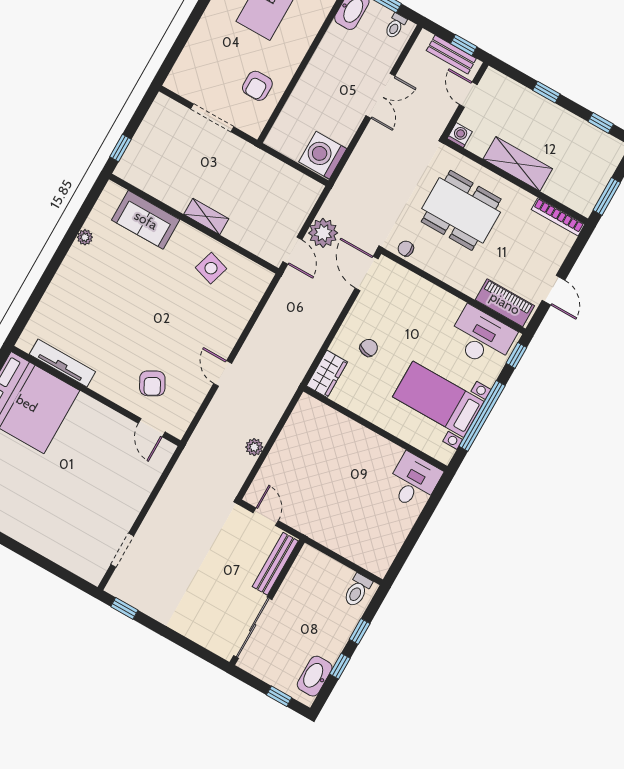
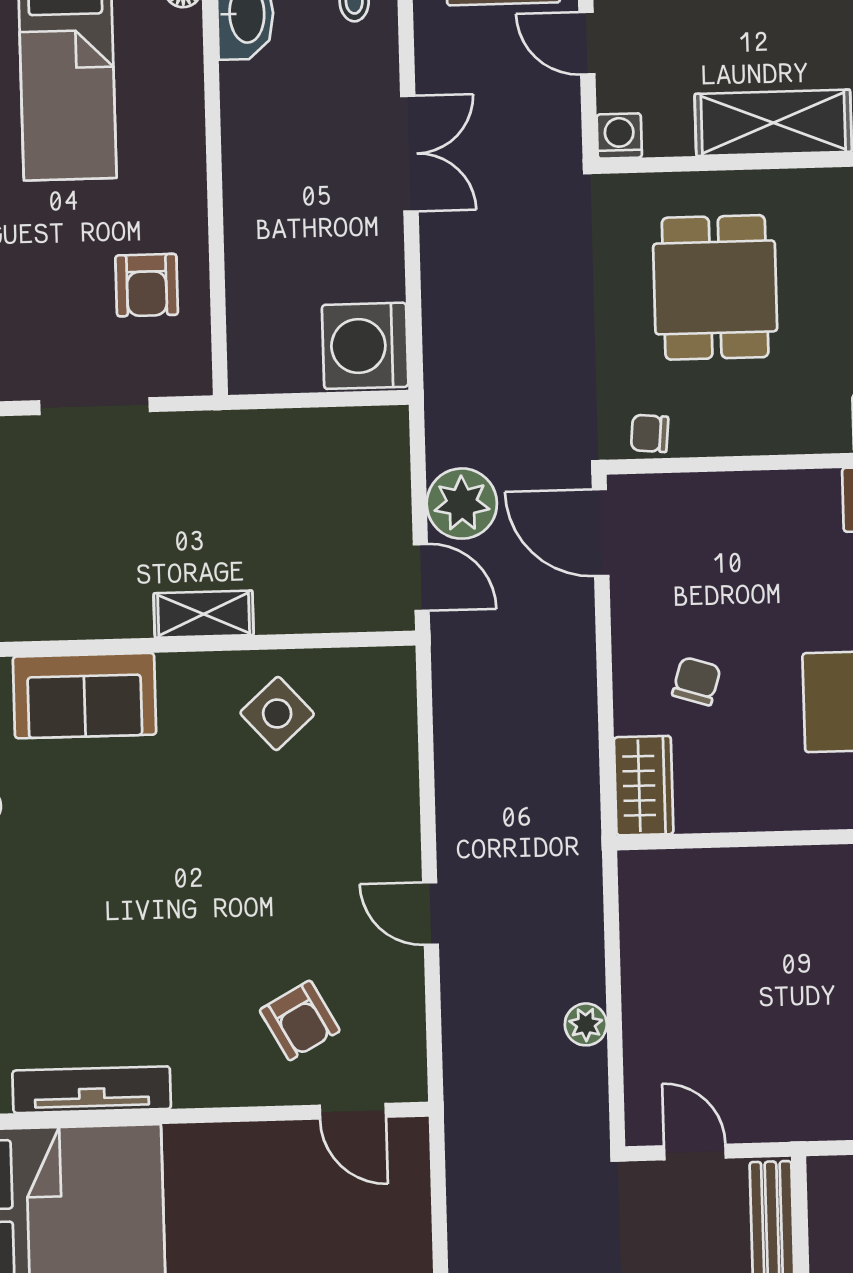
dining table: (461, 210) -> (715, 287), width x0.73
side table: (211, 268) -> (277, 714), turned 31

